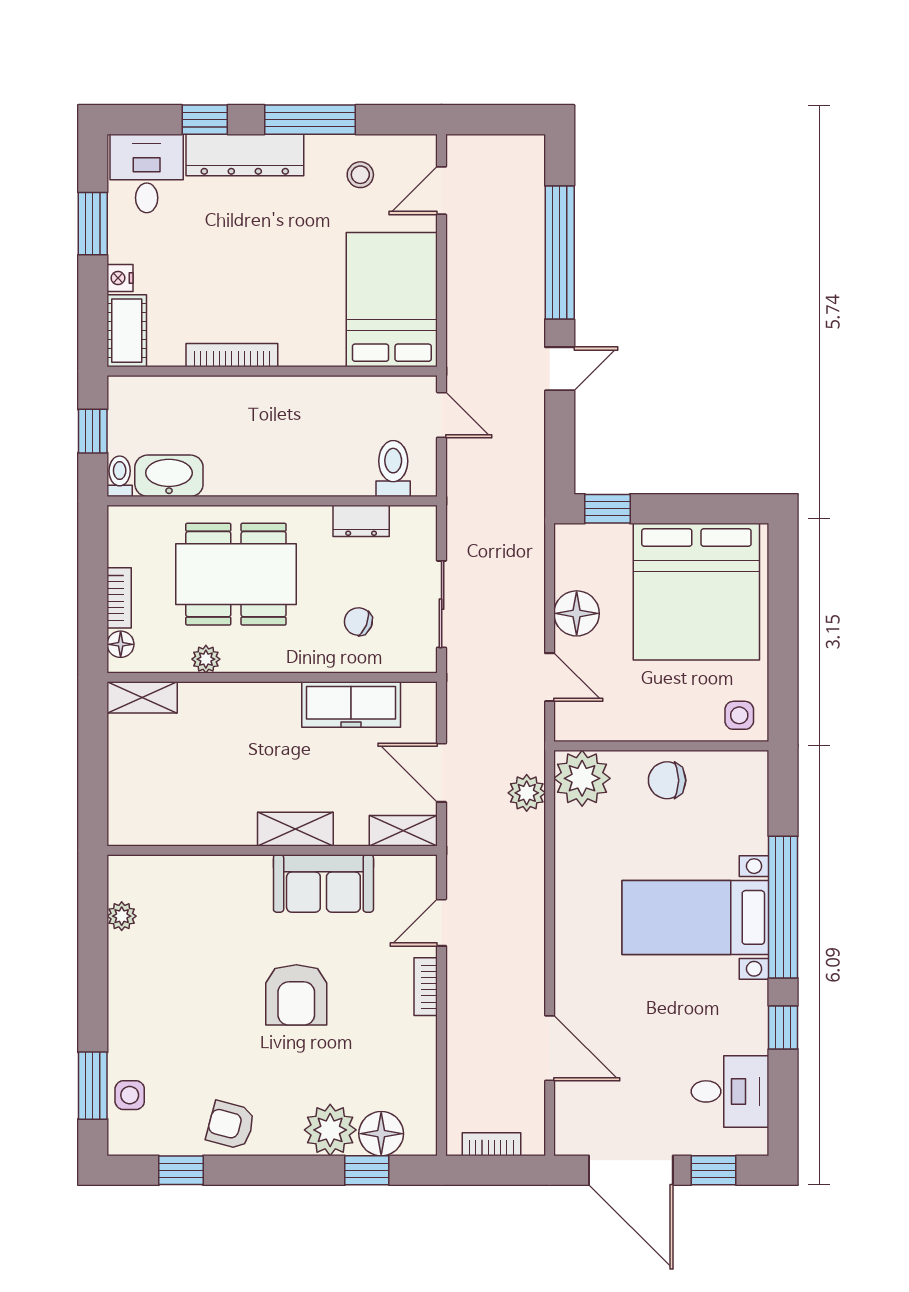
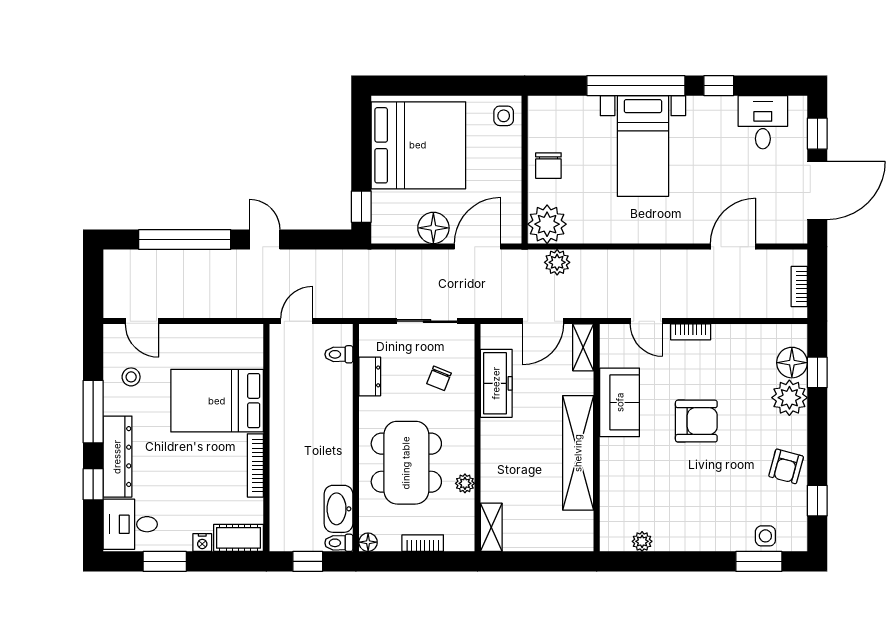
bed: (392, 300) -> (217, 401), moved
toilet: (393, 468) -> (339, 354), width x0.73, depth x0.72
floor lamp: (121, 644) -> (368, 542), moved
door: (550, 677) -> (477, 247), width x1.38
shelving: (295, 829) -> (578, 453), width x2.20, depth x1.33

